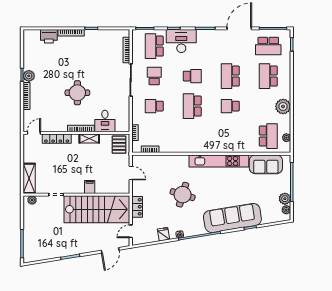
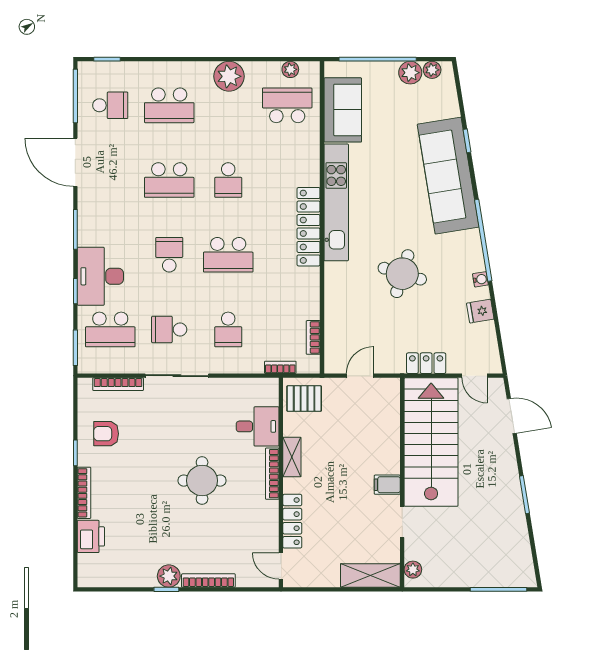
armchair: (101, 44) -> (106, 434), added
school desk: (268, 46) -> (110, 105), width x0.54
locker: (206, 147) -> (309, 227), added
filing cabinet: (90, 187) -> (387, 485), moved

